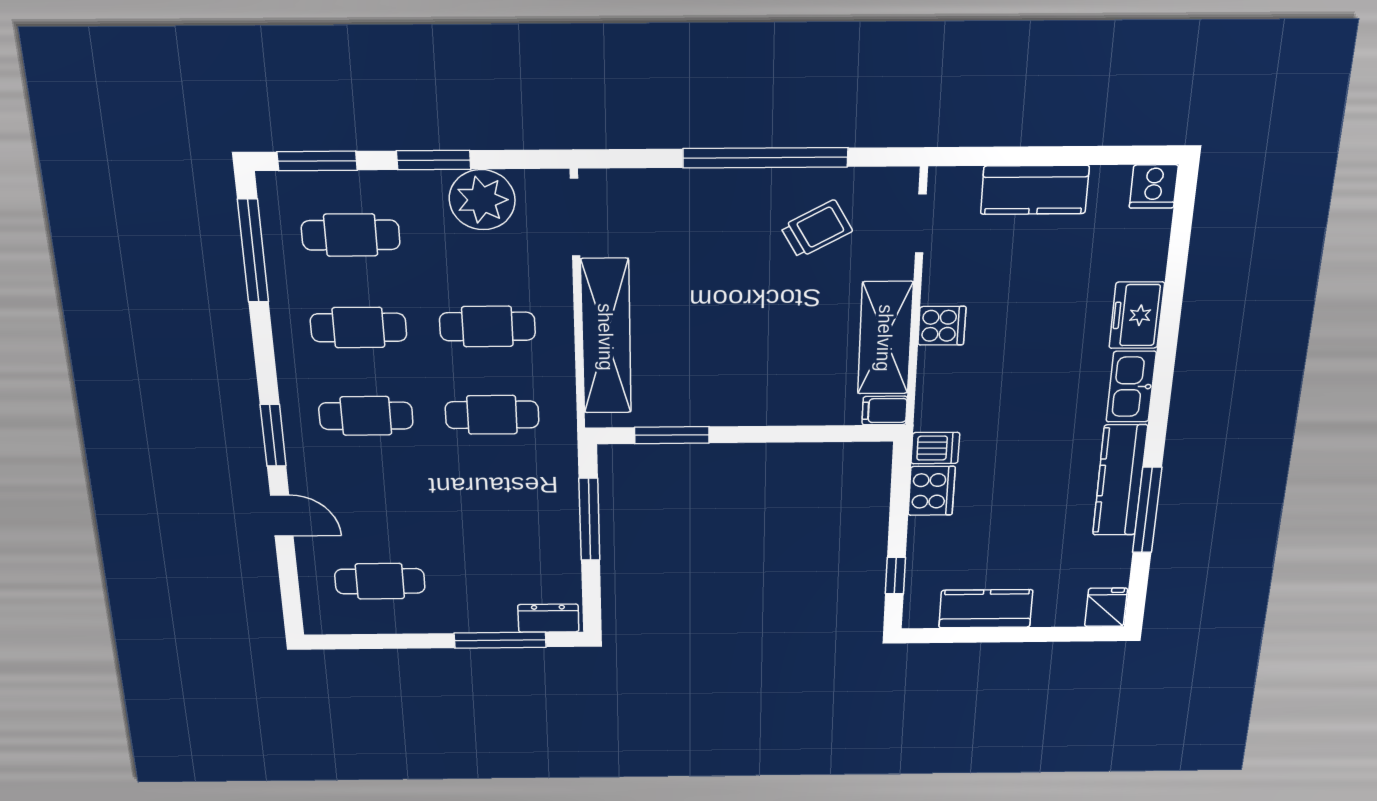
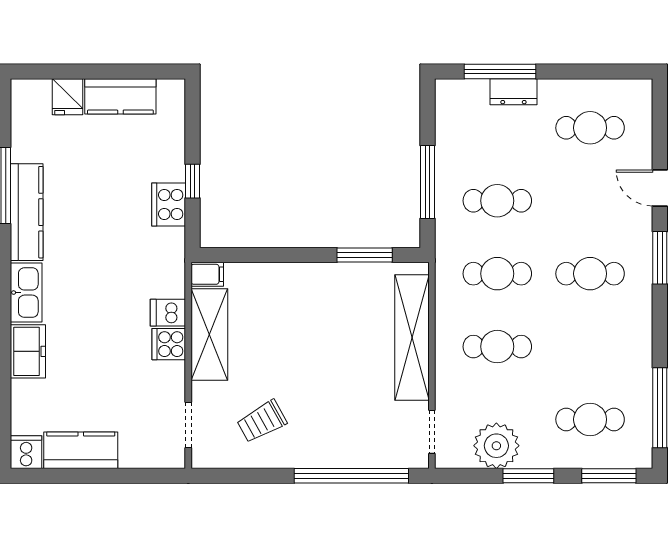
window: (765, 158) -> (351, 476), moved
kitchen counter: (1035, 190) -> (81, 450), moved
doorway: (575, 217) -> (432, 432), width x0.73
cafe table: (358, 328) -> (497, 201), moved
dishwasher: (935, 448) -> (168, 313), moved
window: (895, 576) -> (193, 181), moved
fridge: (1106, 607) -> (67, 97), moved
dresser: (548, 618) -> (513, 92), moved

